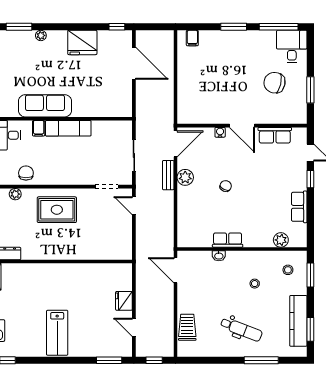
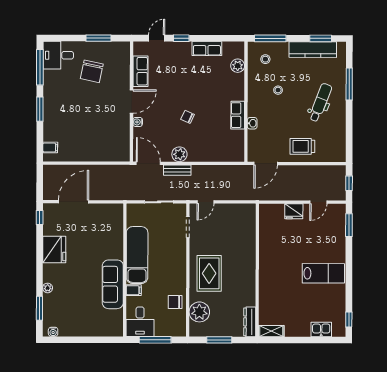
exam couch: (68, 128) -> (137, 255), width x1.36, depth x1.45
plant: (15, 194) -> (199, 312), width x1.88, depth x1.88
window: (310, 275) -> (270, 38), width x1.44
trolley: (187, 327) -> (302, 146), moved

